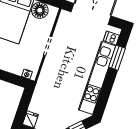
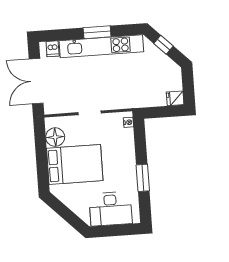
window: (117, 58) -> (97, 32), moved

